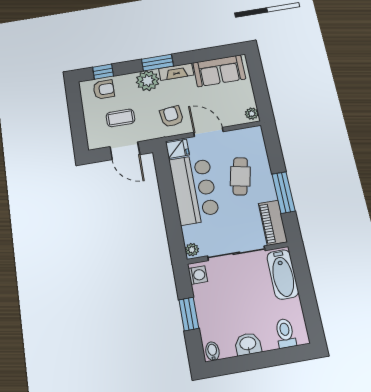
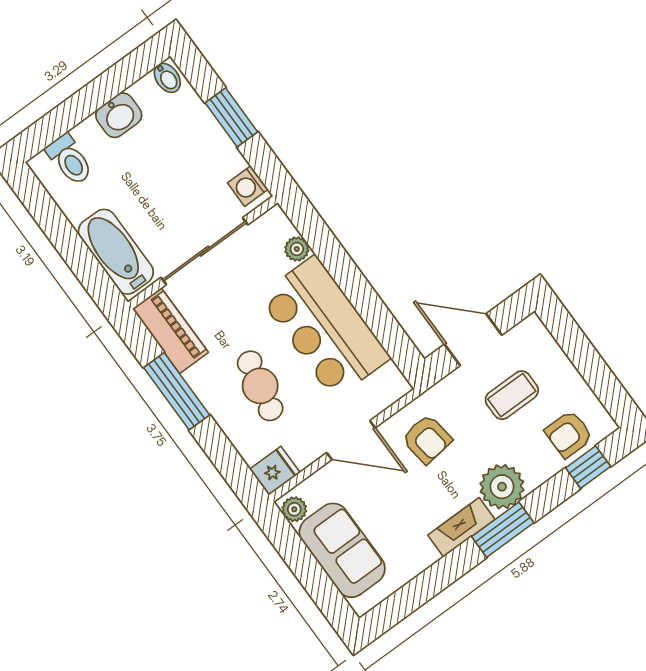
sofa: (219, 71) -> (342, 550), moved, turned 90
fridge: (178, 149) -> (275, 471), moved, turned 180
plant: (192, 250) -> (297, 249), moved

